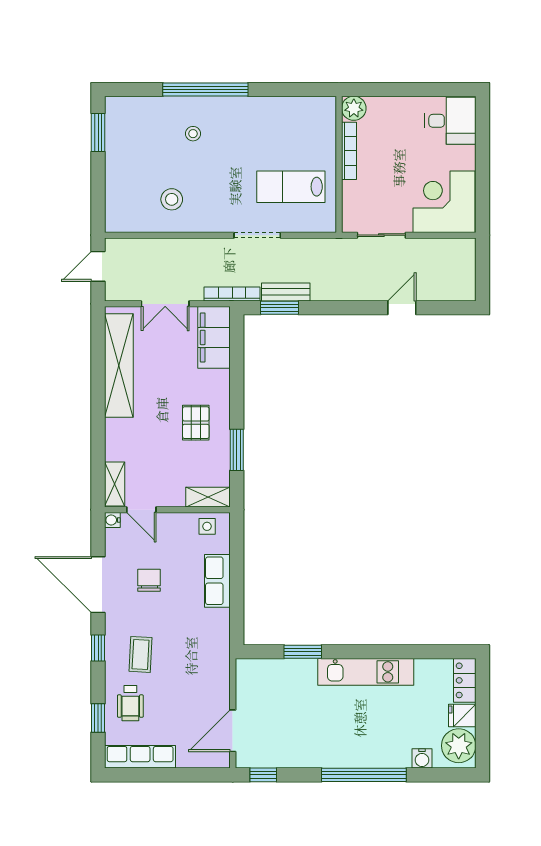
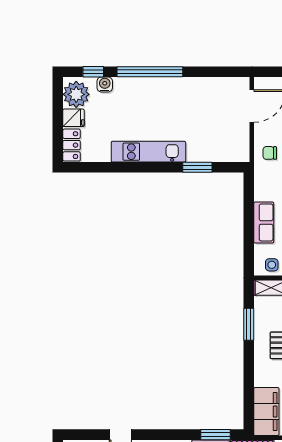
chair: (210, 670) -> (270, 153), added
window: (263, 775) -> (93, 72), moved

